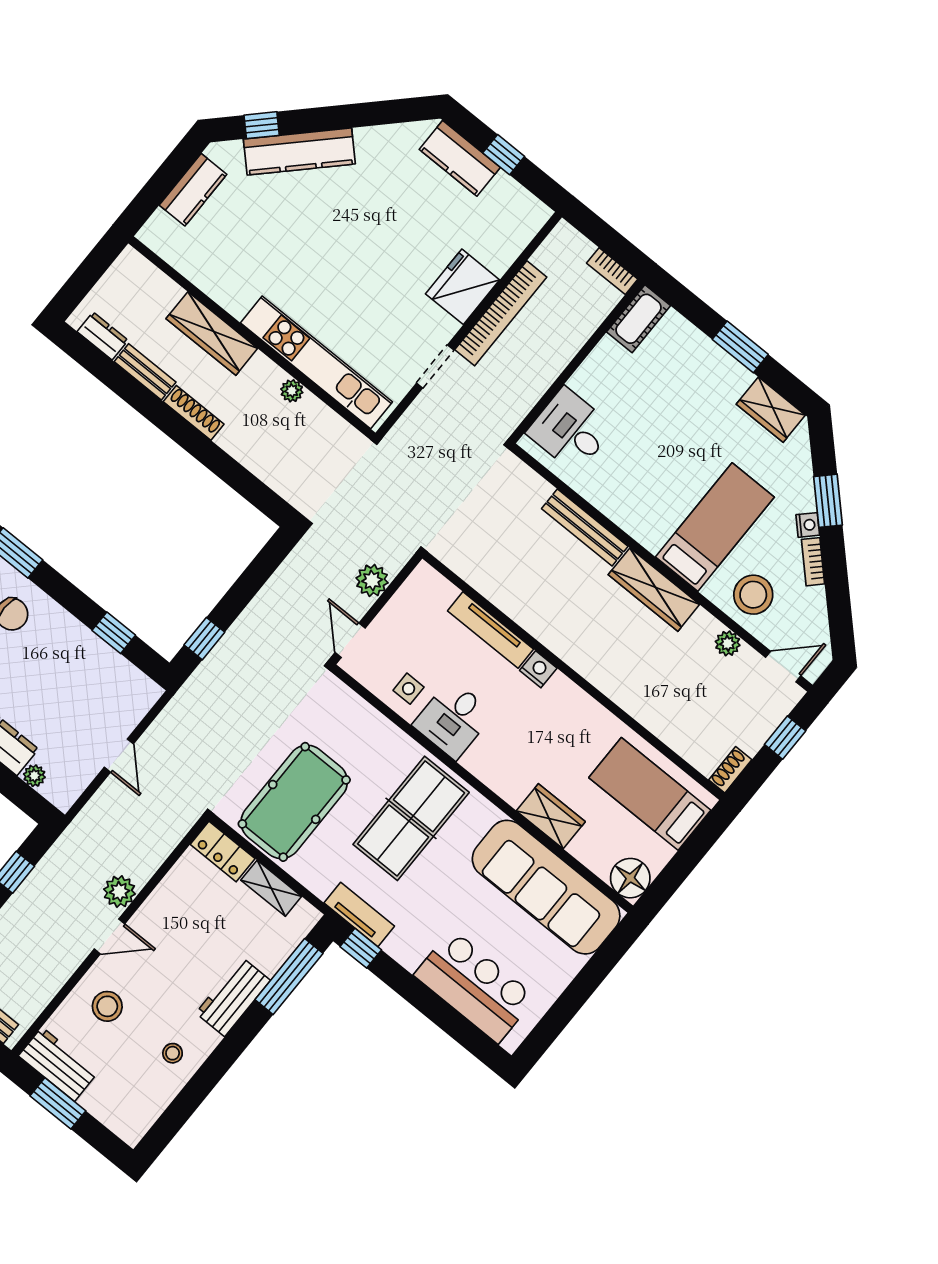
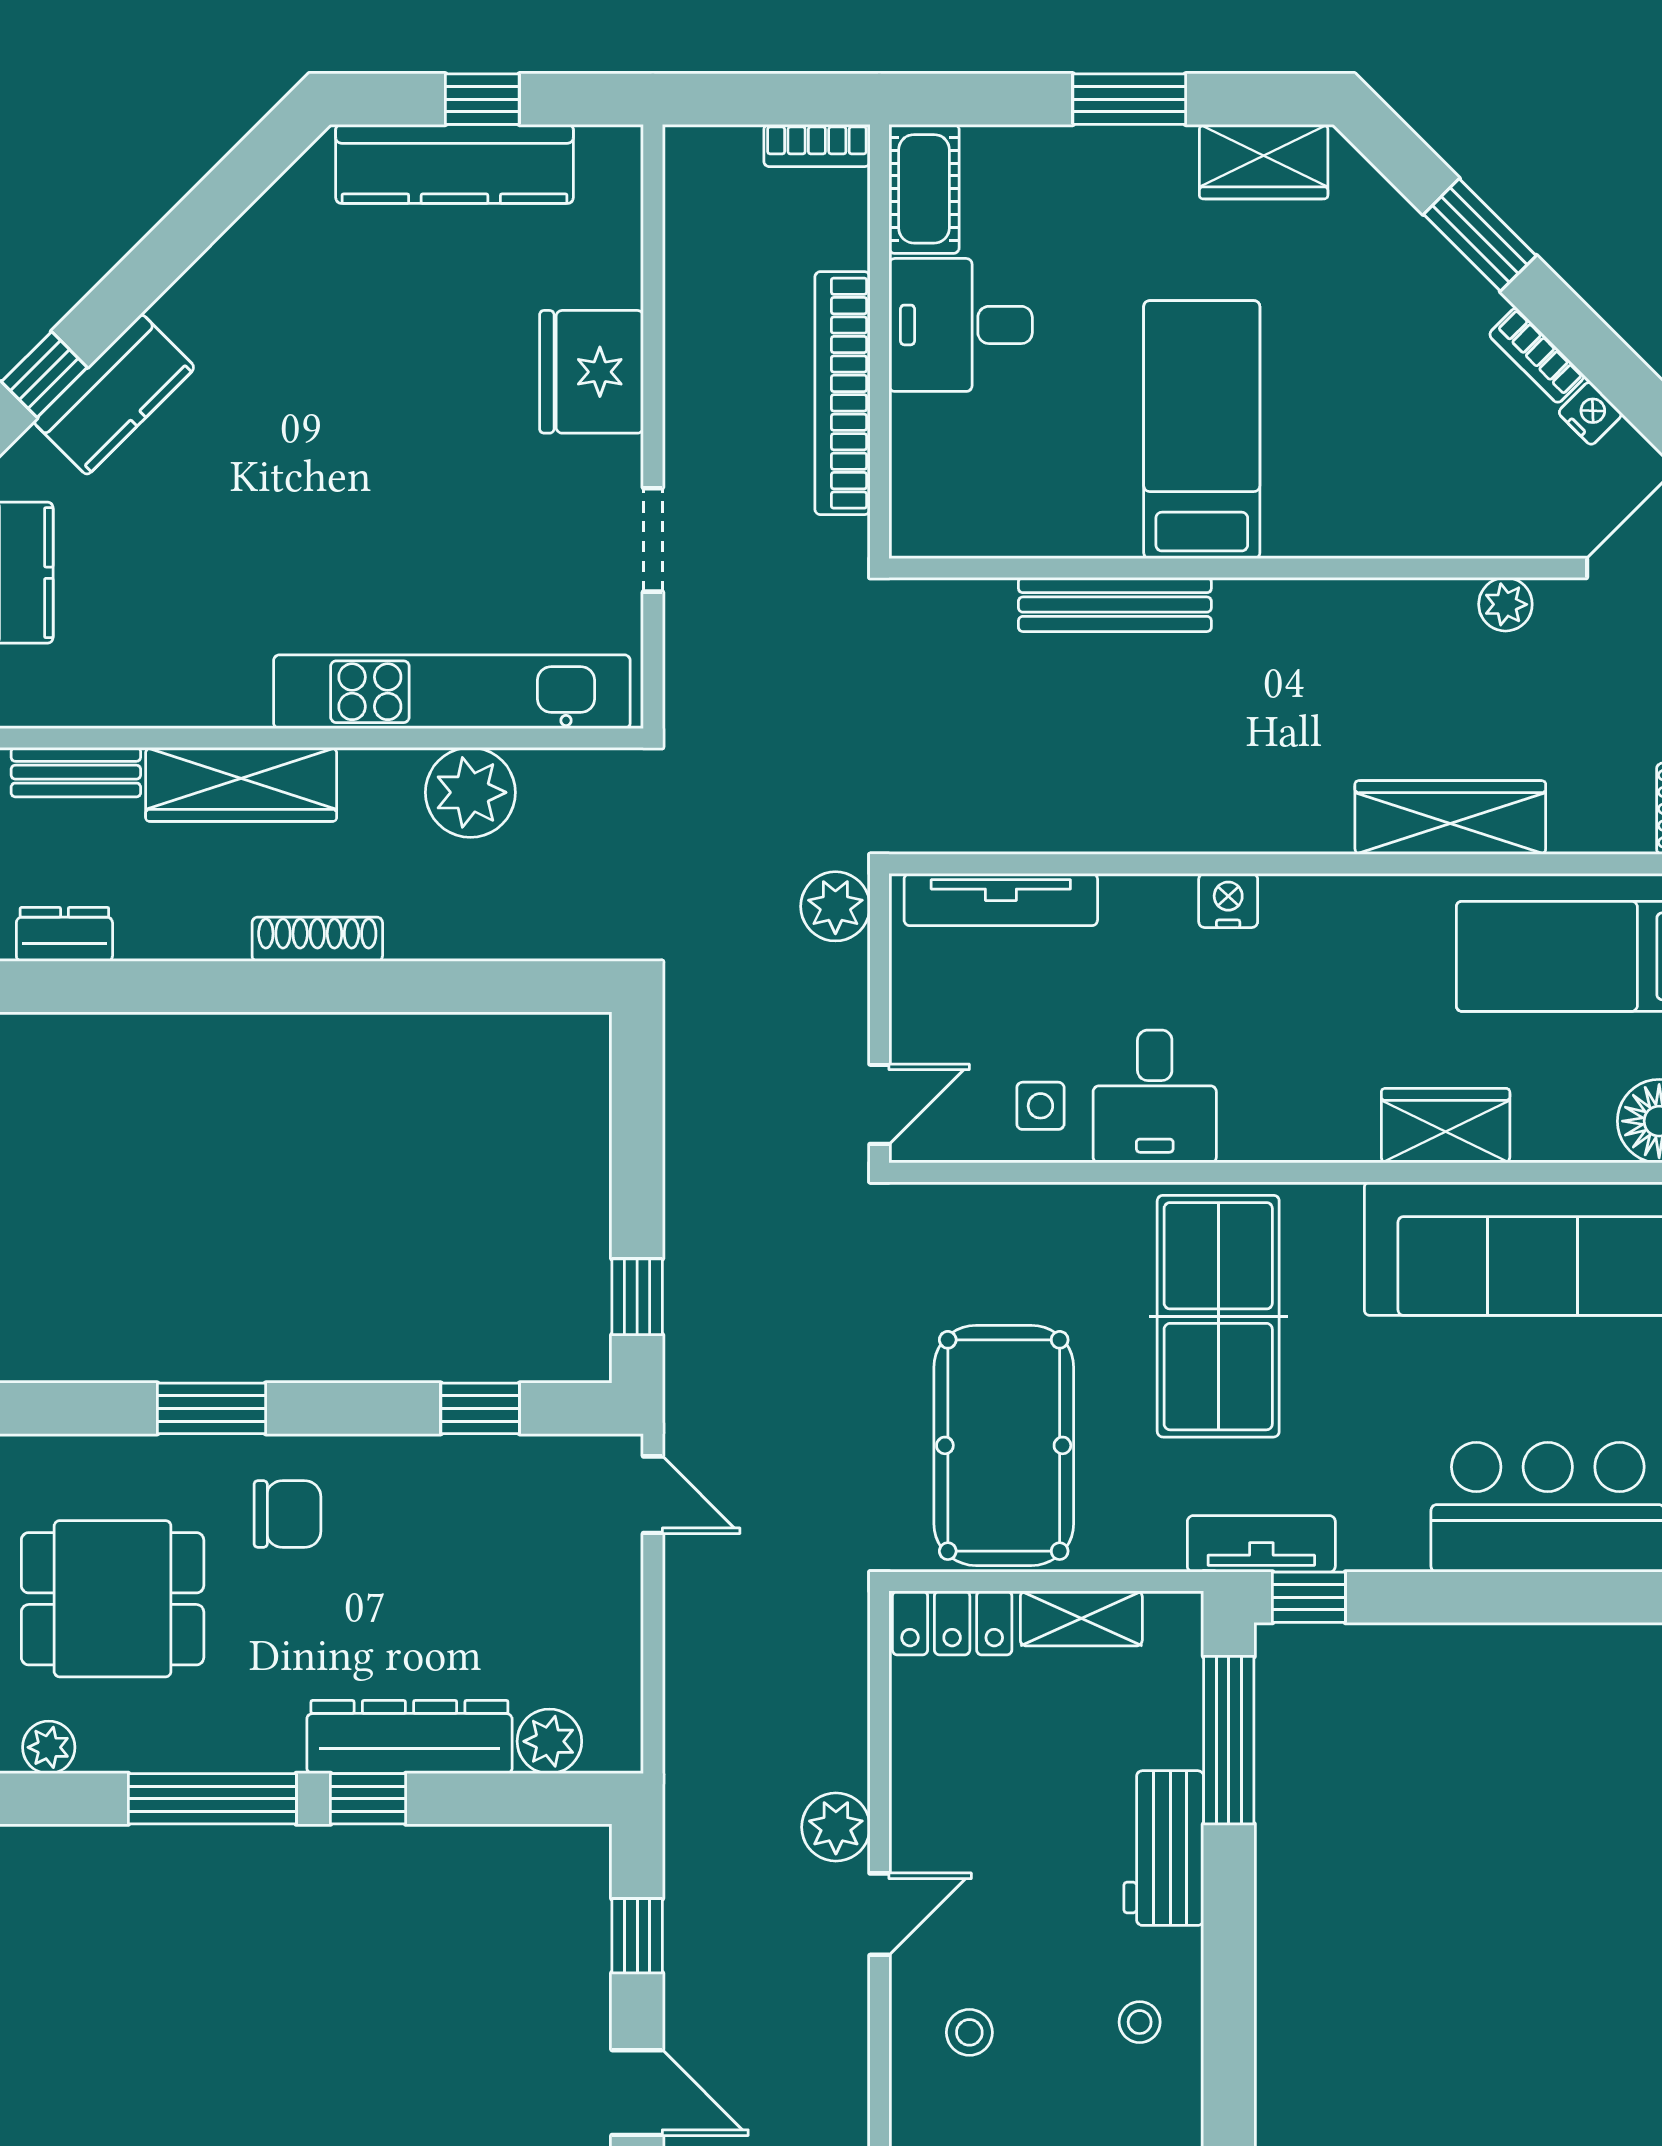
kitchen counter: (299, 151) -> (114, 395), width x0.67
kitchen counter: (460, 158) -> (455, 164), width x1.50
bookcase: (501, 313) -> (842, 393), moved, turned 180
bench: (145, 372) -> (76, 772), moved
plant: (292, 391) -> (470, 792), width x1.88, depth x1.88
desk: (570, 430) -> (961, 325), moved
nightstand: (808, 525) -> (1590, 413), moved
bed: (715, 527) -> (1202, 430), moved
plant: (372, 580) -> (835, 906), moved
wardrobe: (654, 590) -> (1450, 818), moved, turned 180
stool: (753, 595) -> (1482, 490), removed
tv unit: (491, 630) -> (1001, 900), moved
door: (350, 640) -> (879, 1104), swing flipped
door: (119, 756) -> (653, 1495), moved
plant: (34, 776) -> (549, 1741), width x1.38, depth x1.38
stool: (107, 1006) -> (969, 2032), width x0.73, depth x0.73

